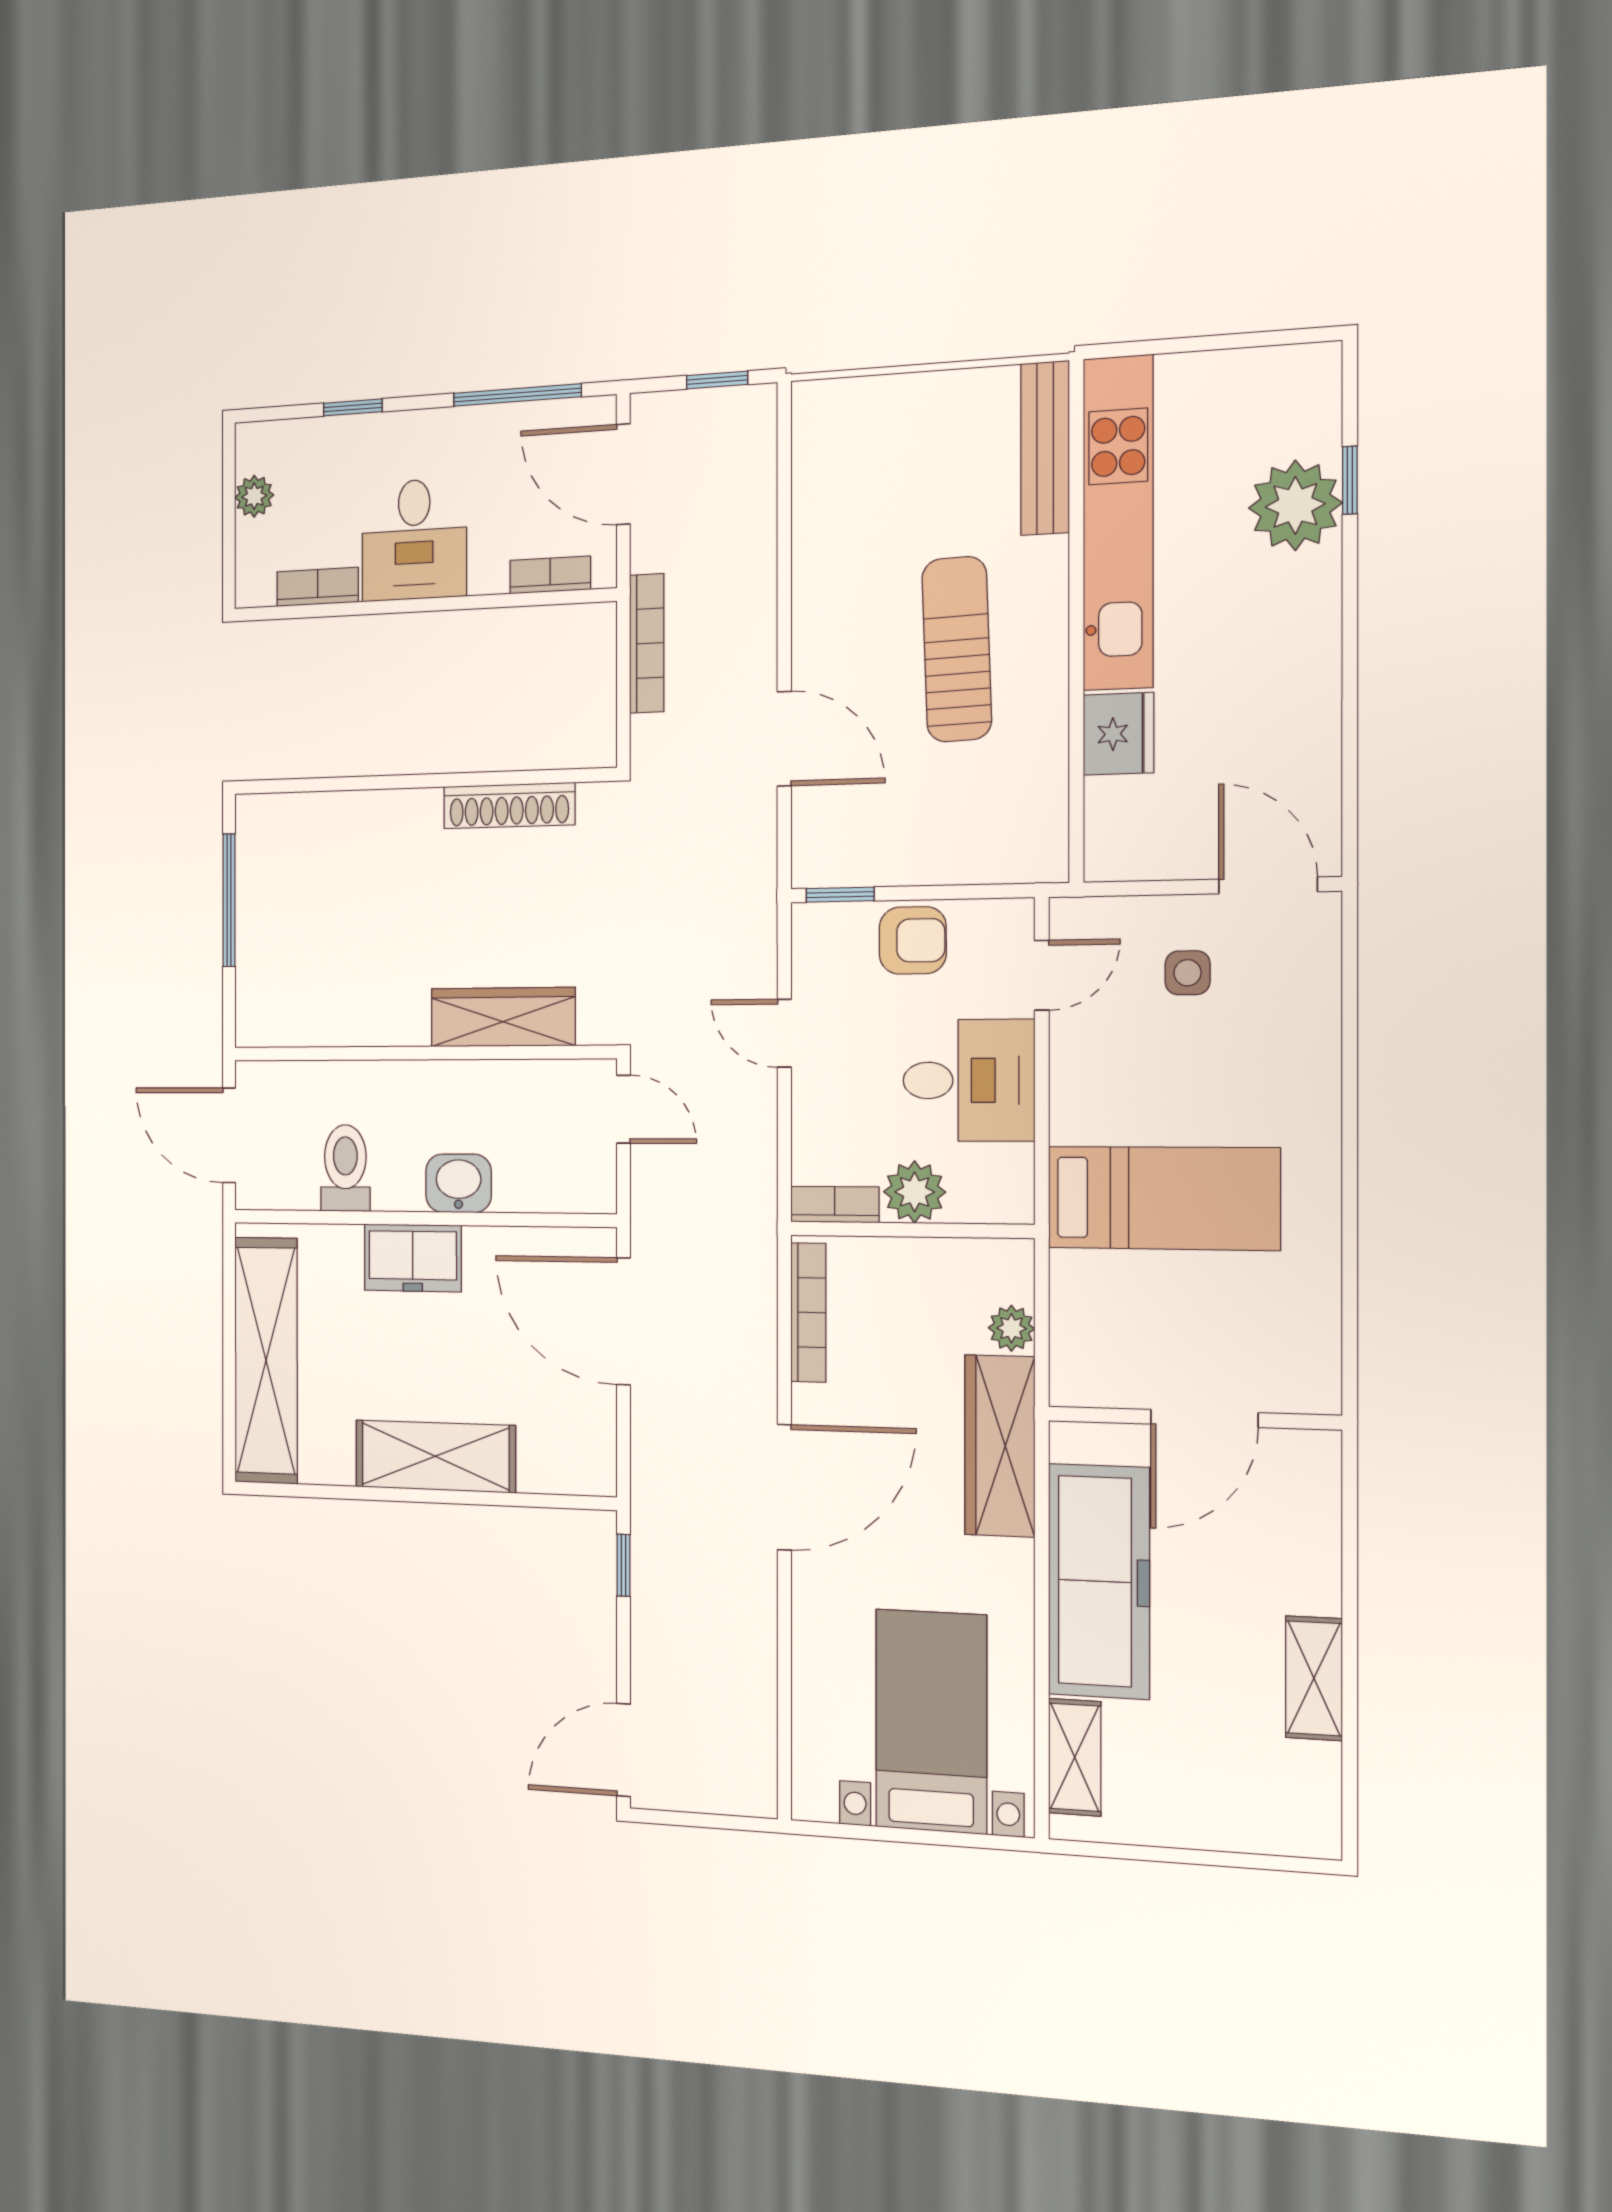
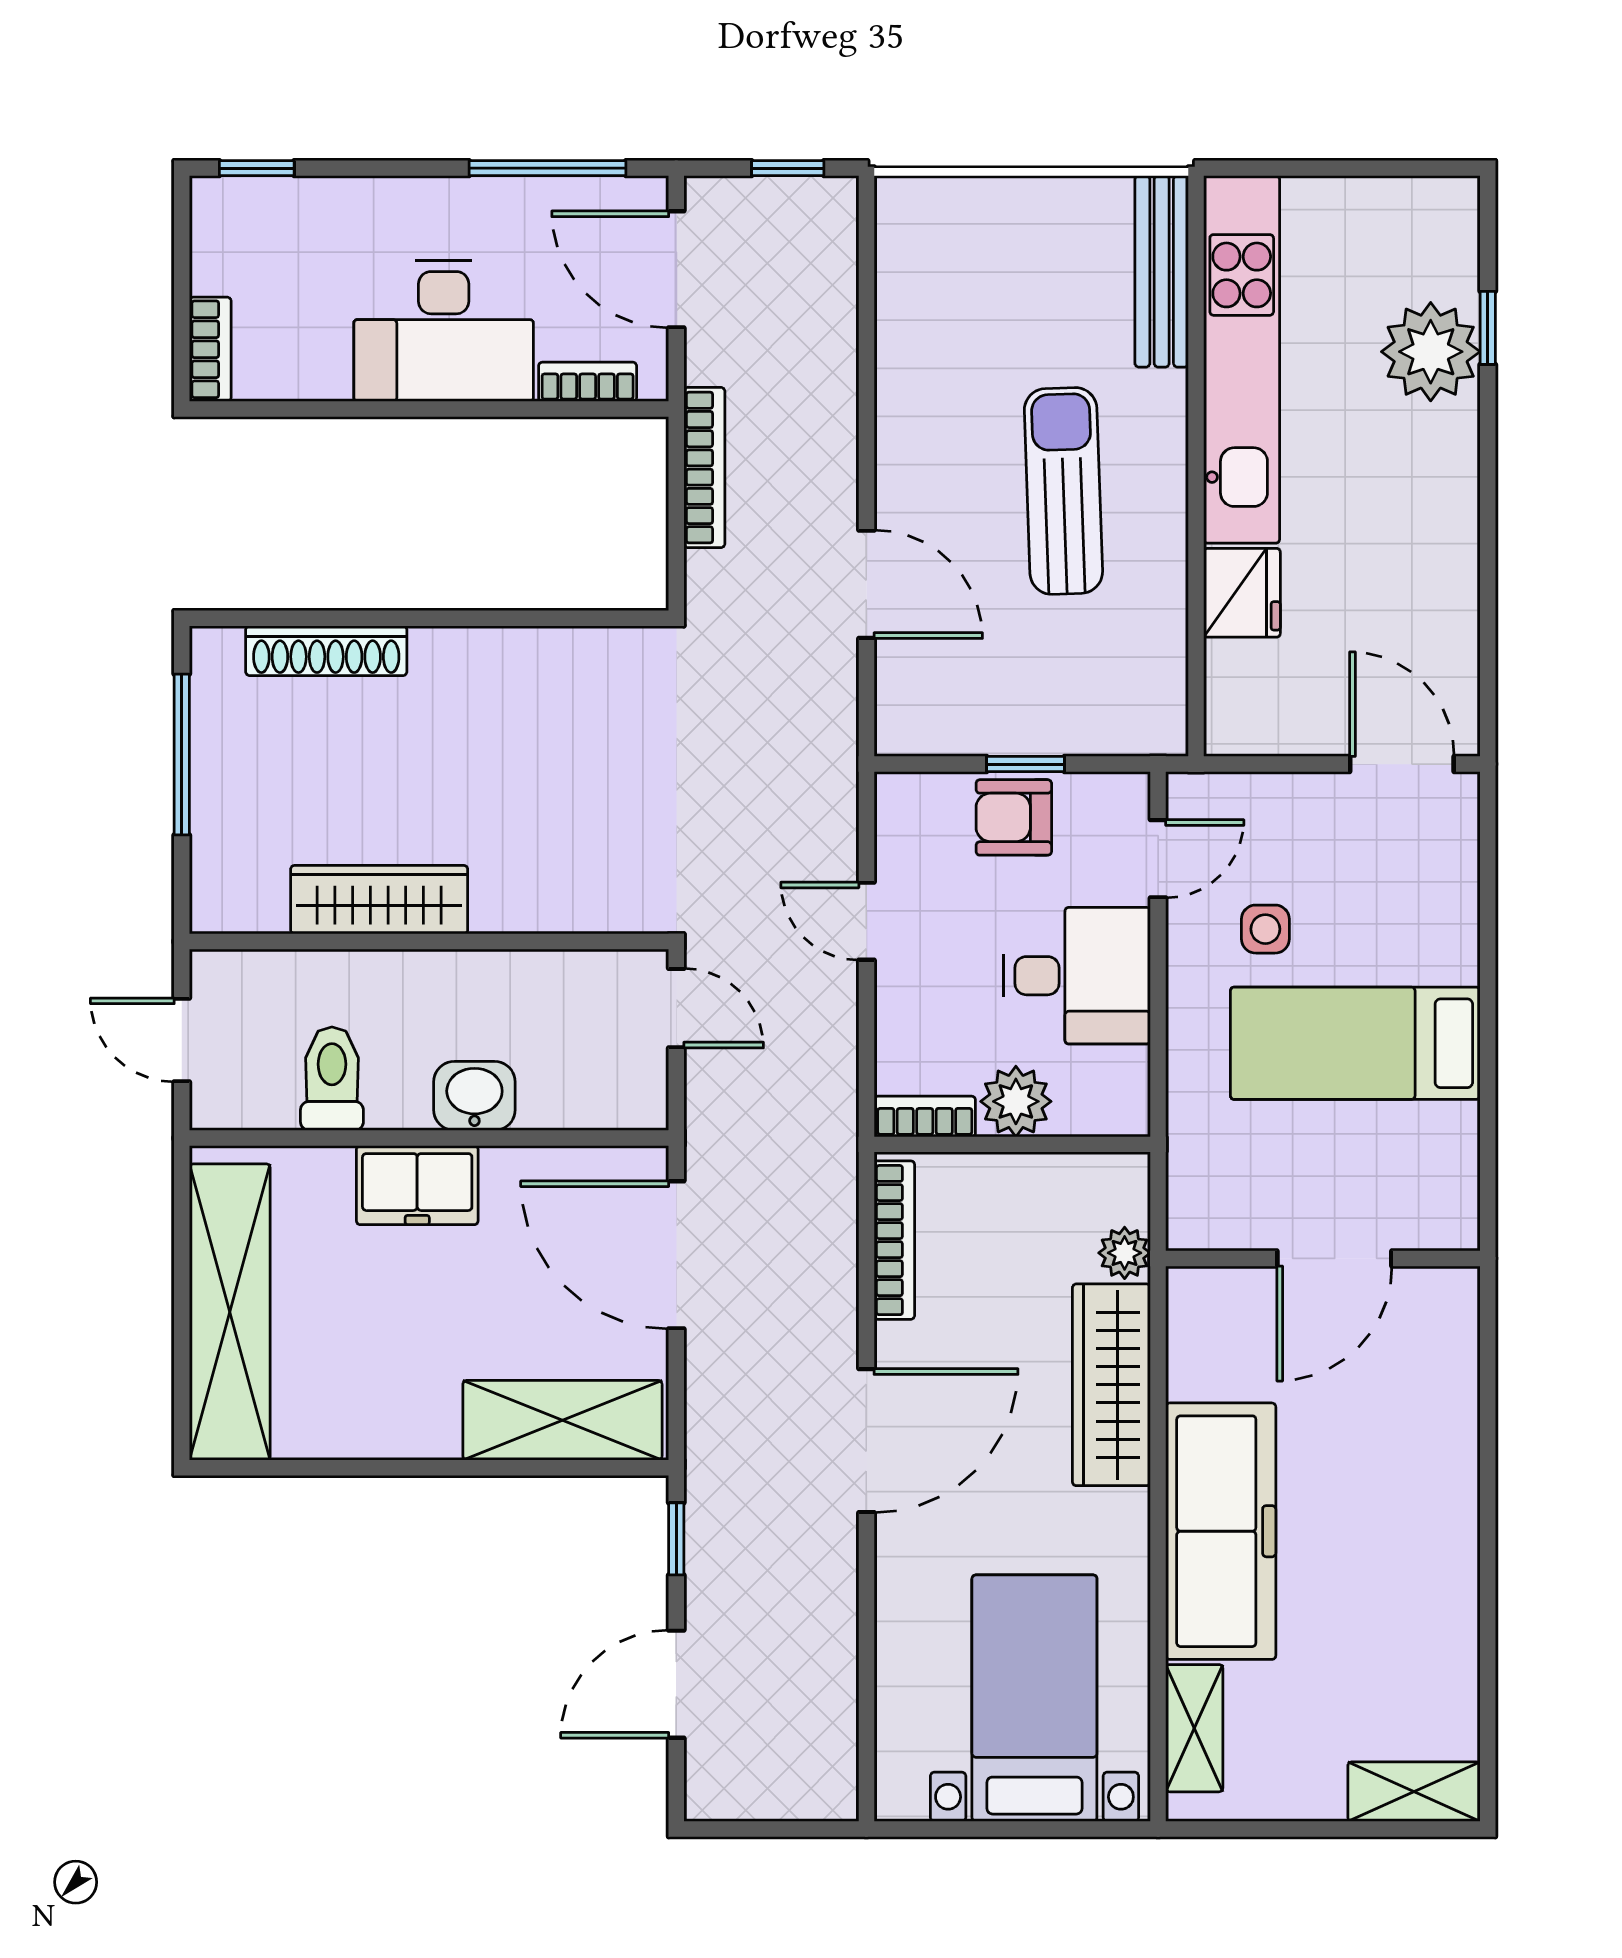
window: (353, 407) -> (257, 168), moved
plant: (254, 496) -> (215, 267), removed
desk: (414, 540) -> (444, 331), width x1.37
bookcase: (318, 587) -> (210, 349), moved, turned 90
shoe rack: (509, 806) -> (326, 651), moved
window: (840, 895) -> (1025, 764), moved
armchair: (913, 940) -> (1014, 817), turned 180
side table: (1188, 973) -> (1265, 929), moved
wardrobe: (503, 1017) -> (379, 900), moved
door: (229, 1135) -> (182, 1040), width x0.73
bed: (1163, 1198) -> (1355, 1043), moved, turned 180
wall: (1193, 1418) -> (1323, 1258), moved
door: (1204, 1418) -> (1334, 1258), moved
shelving: (435, 1456) -> (562, 1420), moved
shelving: (1314, 1678) -> (1414, 1792), moved, turned 90
door: (624, 1750) -> (676, 1684), moved

